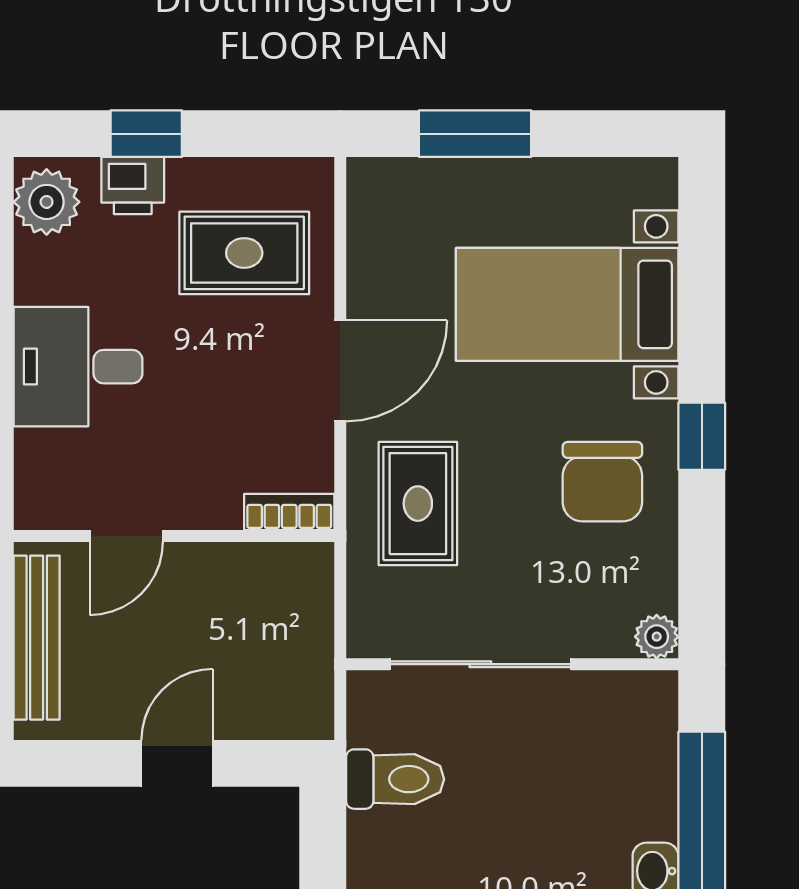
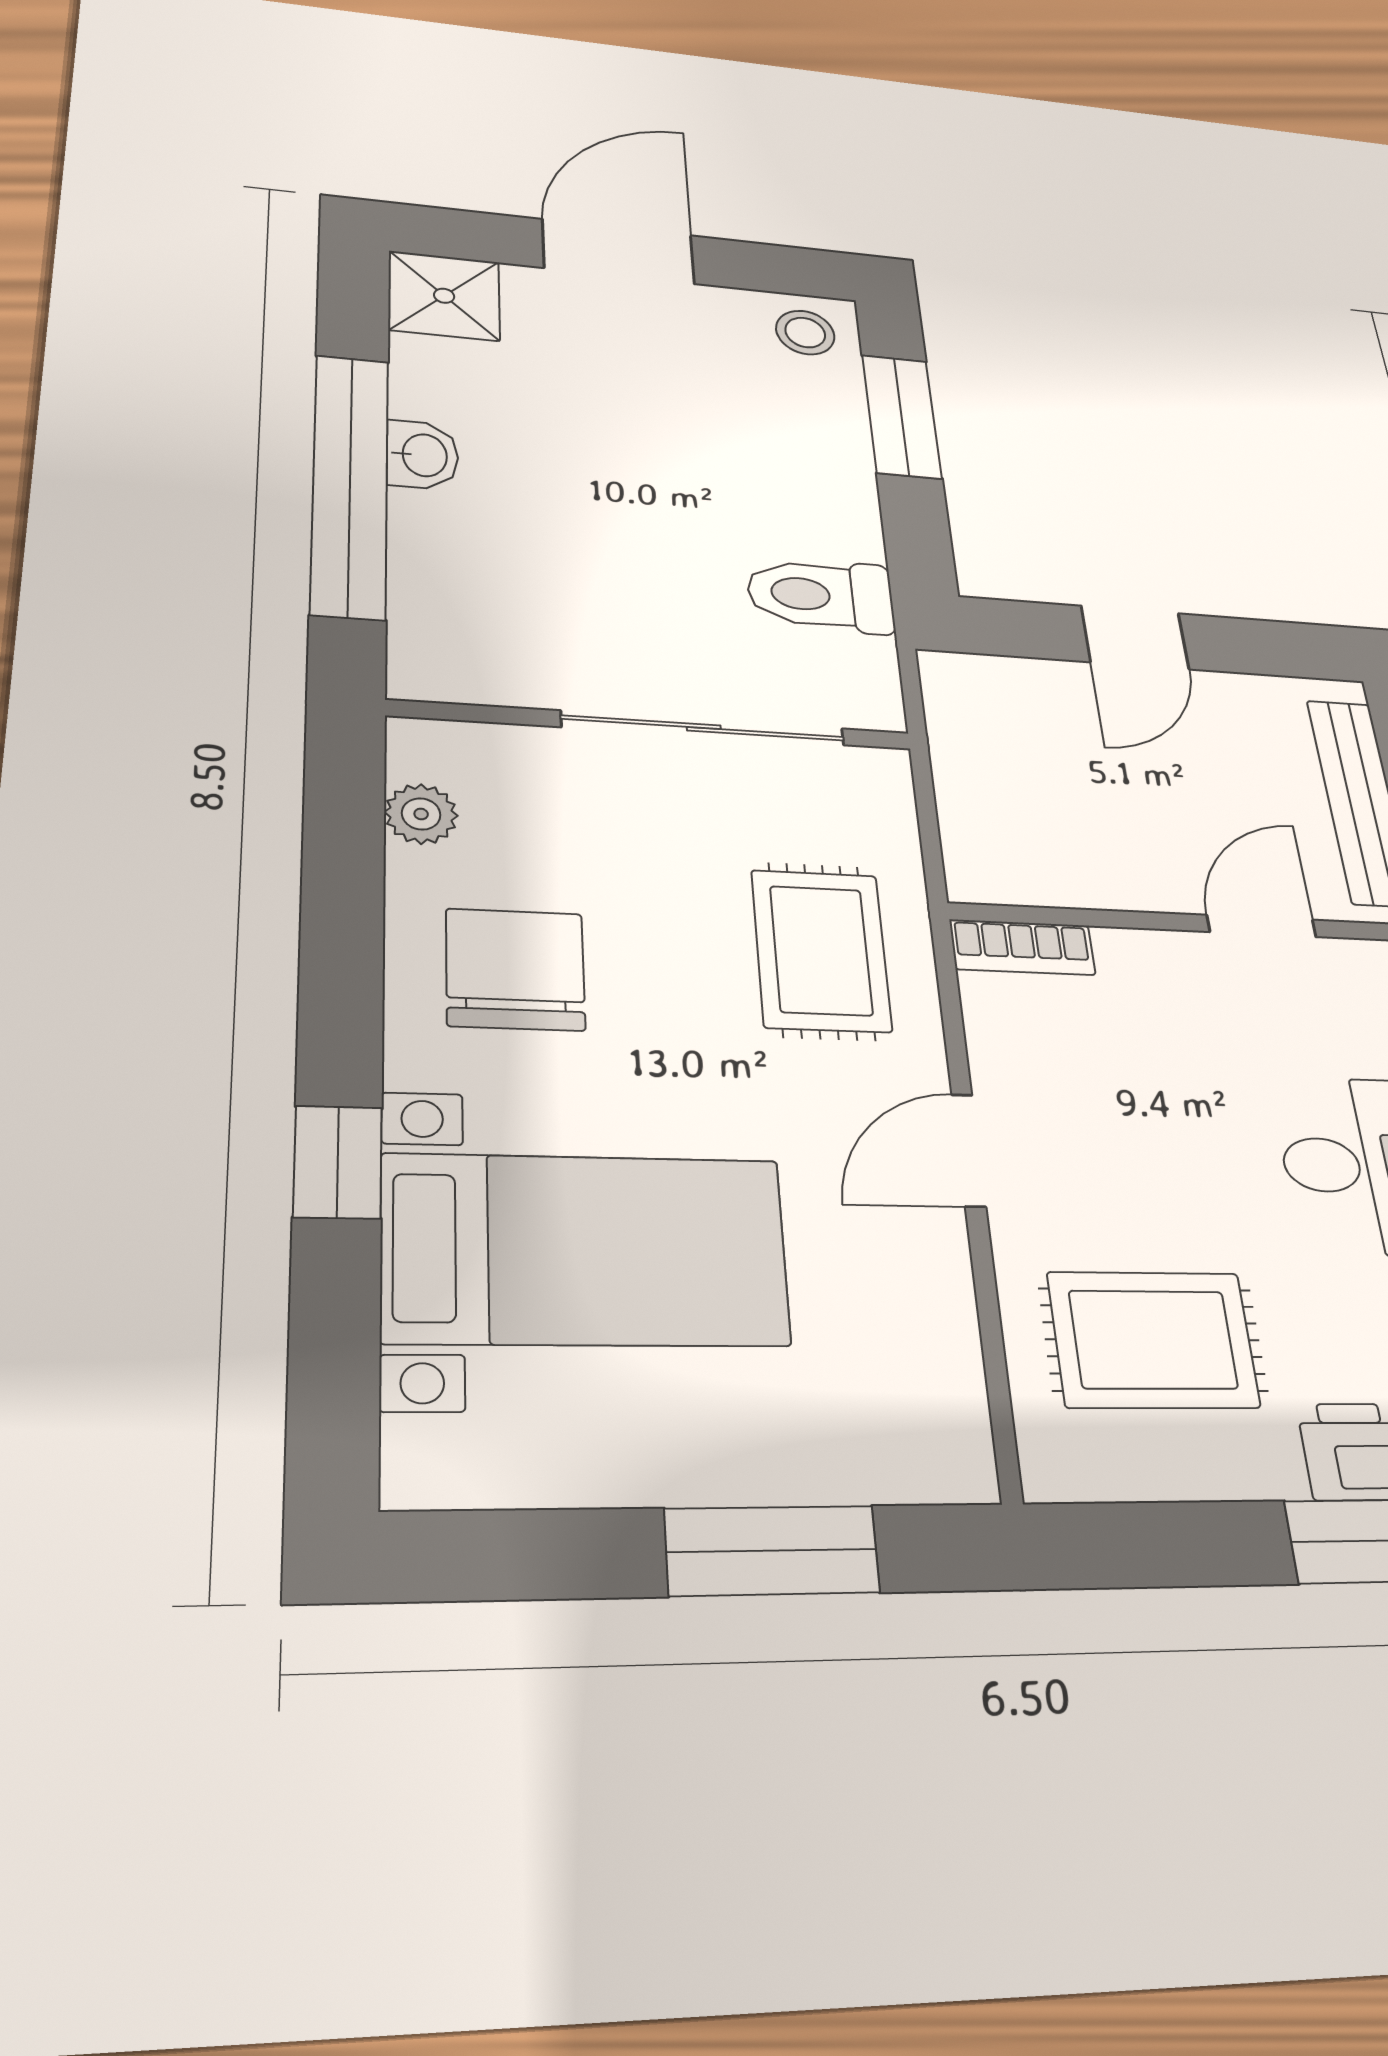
door: (340, 371) -> (969, 1150), width x0.73
window: (702, 436) -> (338, 1162), moved
plant: (657, 637) -> (421, 814), moved

